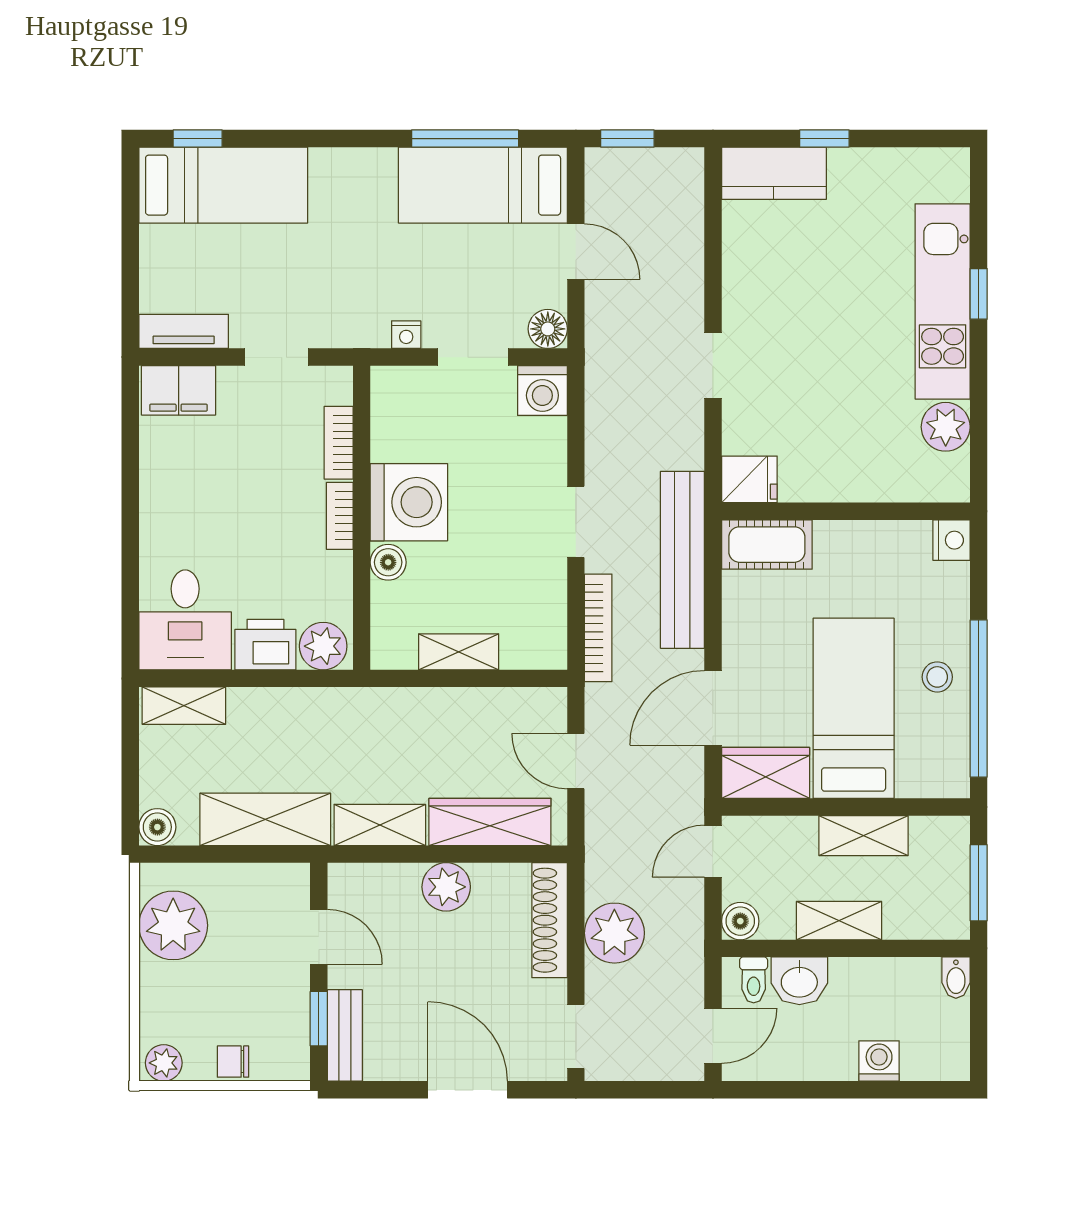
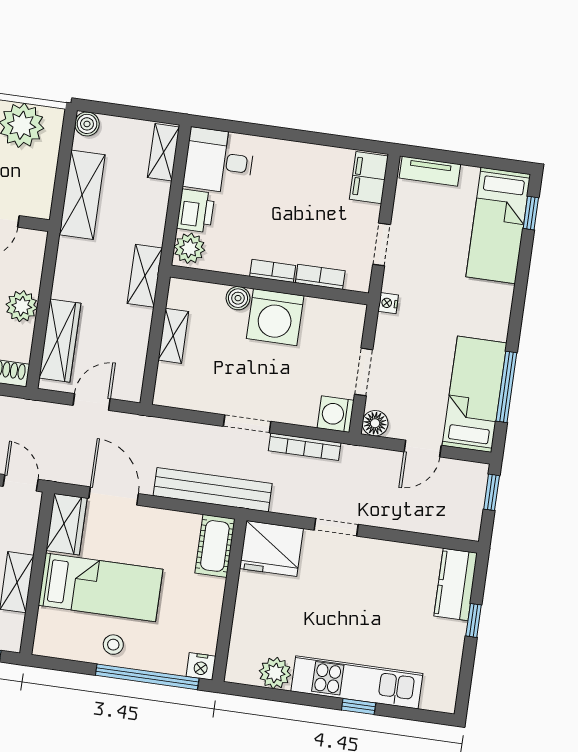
tv unit: (184, 331) -> (430, 171), moved, turned 90
nightstand: (406, 335) -> (388, 303), moved
fridge: (749, 479) -> (271, 549), width x1.88, depth x1.34
bookcase: (598, 628) -> (305, 447), moved
window: (979, 699) -> (147, 677), moved
shelving: (380, 825) -> (145, 276), moved

